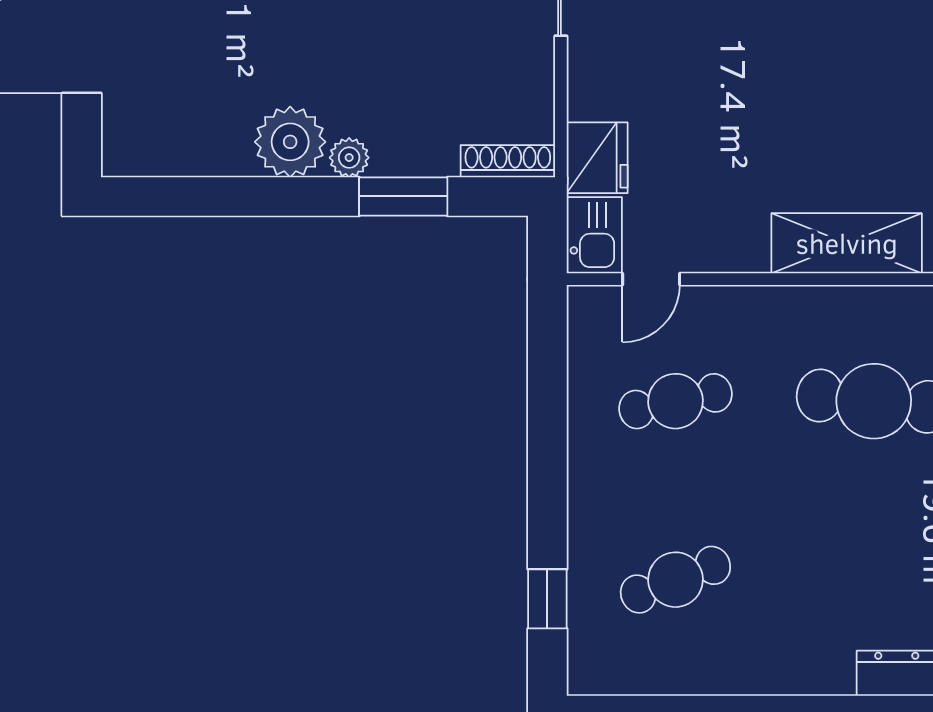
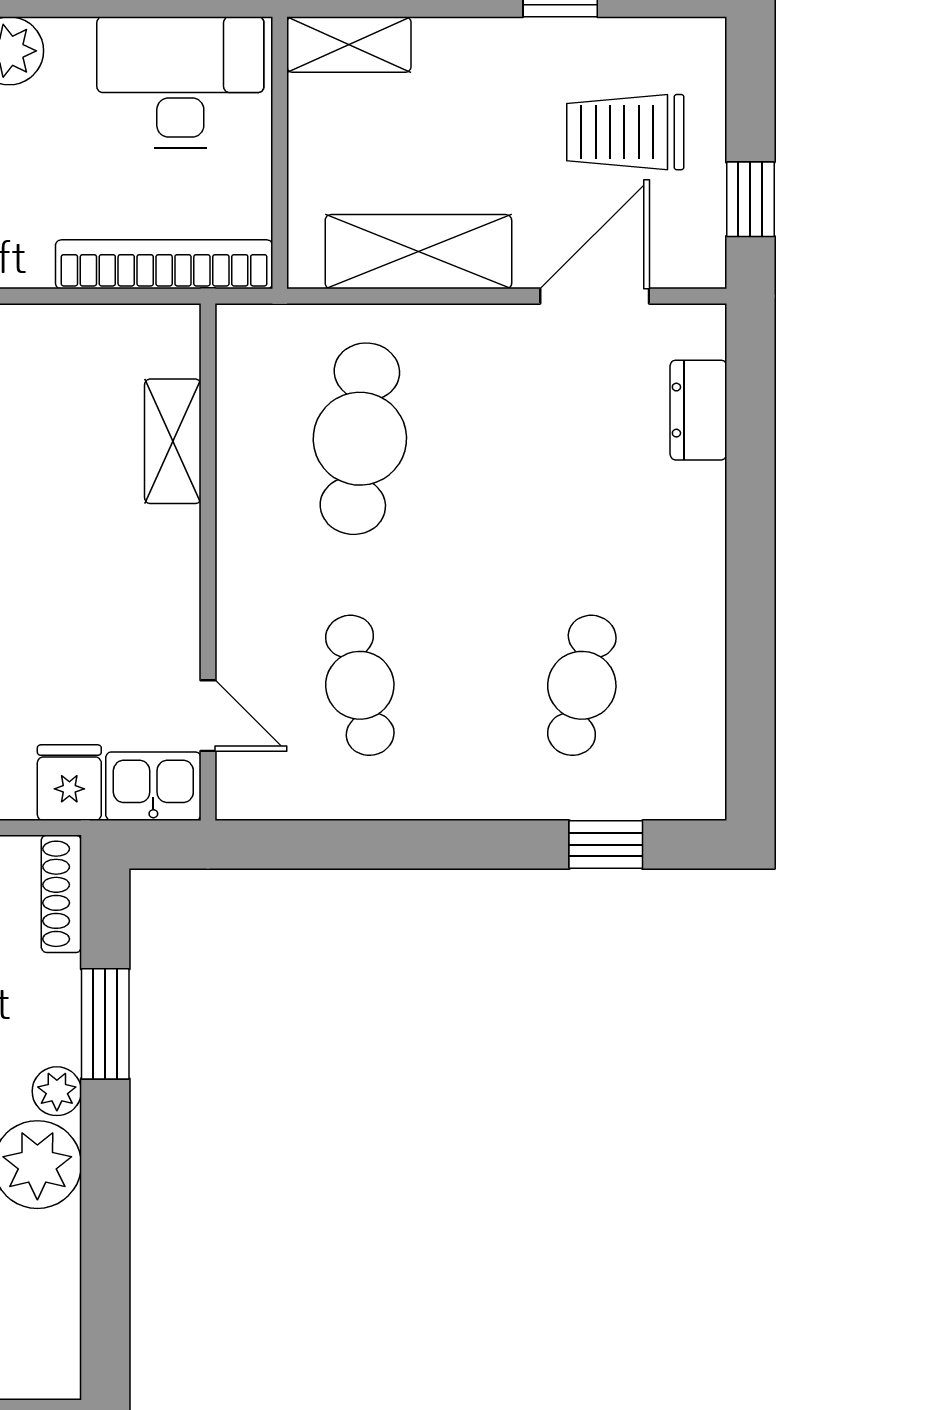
fridge: (597, 158) -> (69, 783), width x0.72
shelving: (847, 243) -> (173, 441), width x0.67, depth x0.75
cafe table: (675, 580) -> (582, 685), turned 33

